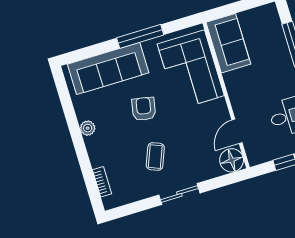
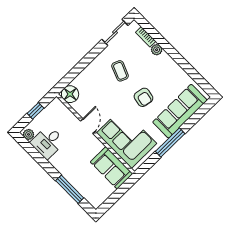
plant: (88, 128) -> (157, 50), moved
door: (237, 131) -> (88, 126), moved
sliding door: (179, 194) -> (115, 32), moved

